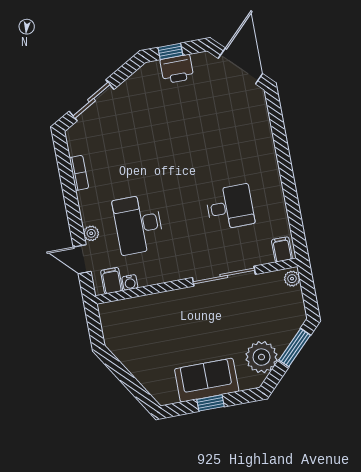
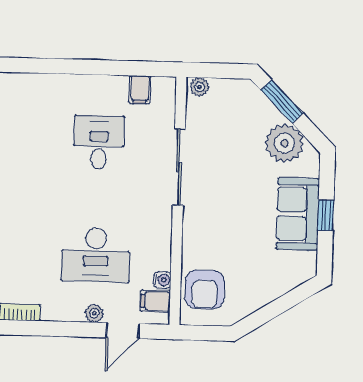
filing cabinet: (282, 249) -> (140, 90), moved, turned -90
armchair: (130, 318) -> (205, 289), added

